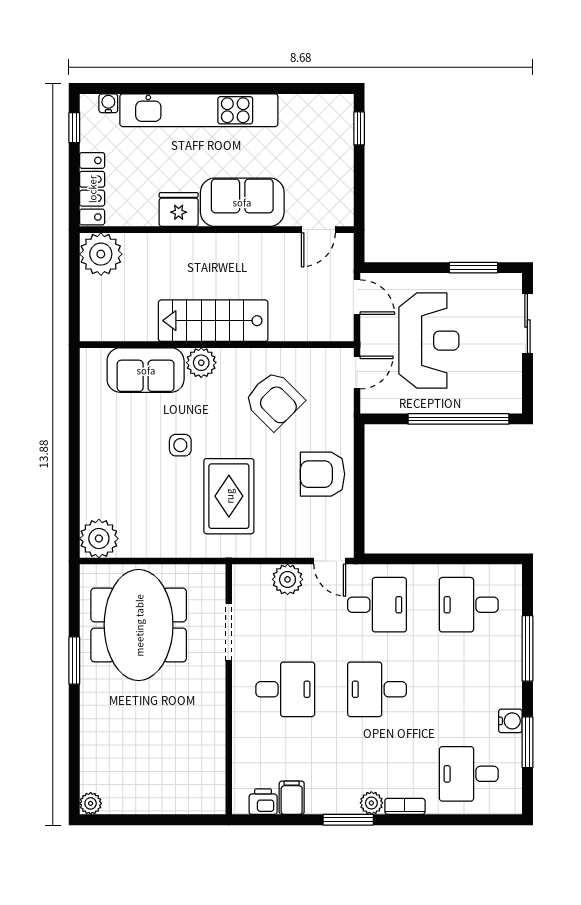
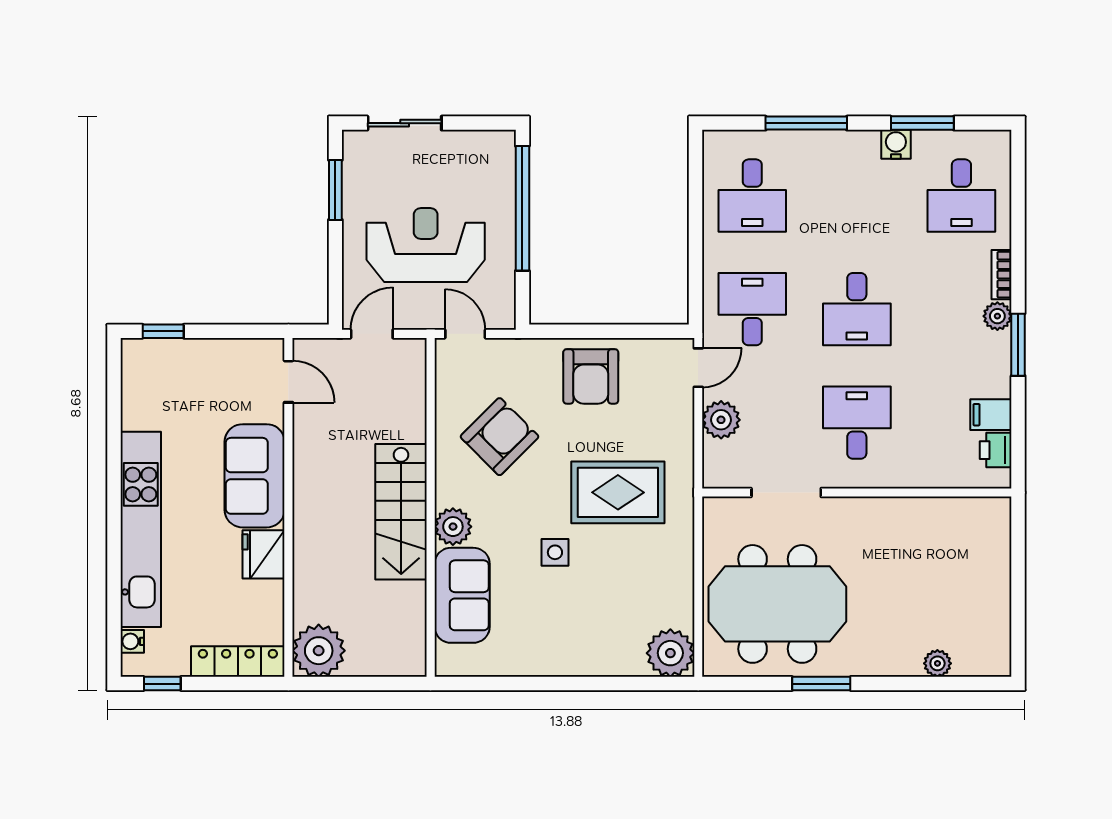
plant: (91, 803) -> (937, 663), moved

